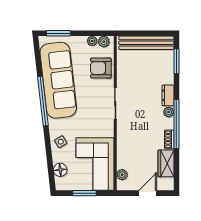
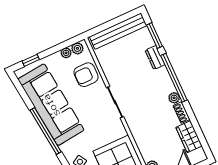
window: (58, 33) -> (31, 60), width x0.67
dresser: (168, 95) -> (155, 58), moved
plant: (169, 112) -> (174, 98), moved
window: (176, 124) -> (174, 78), moved

